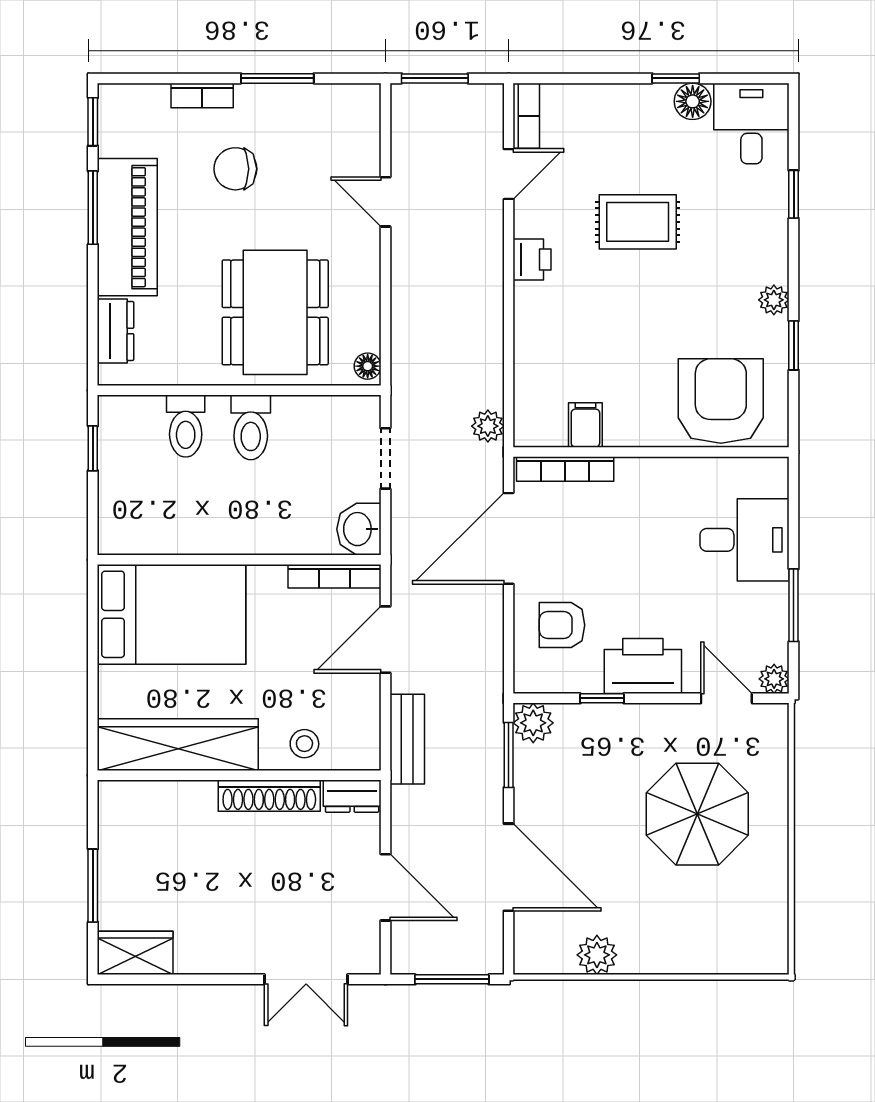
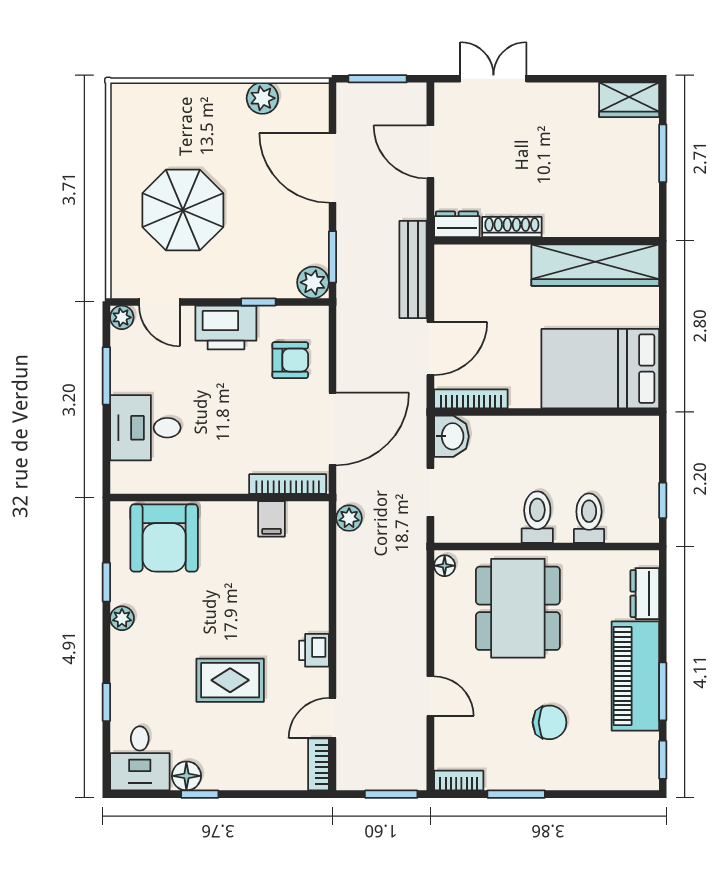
bookcase: (202, 95) -> (459, 781), moved
bench: (407, 739) -> (413, 270), width x1.36
stool: (304, 744) -> (495, 266), removed
shoe rack: (269, 796) -> (512, 227), width x0.74, depth x0.81

